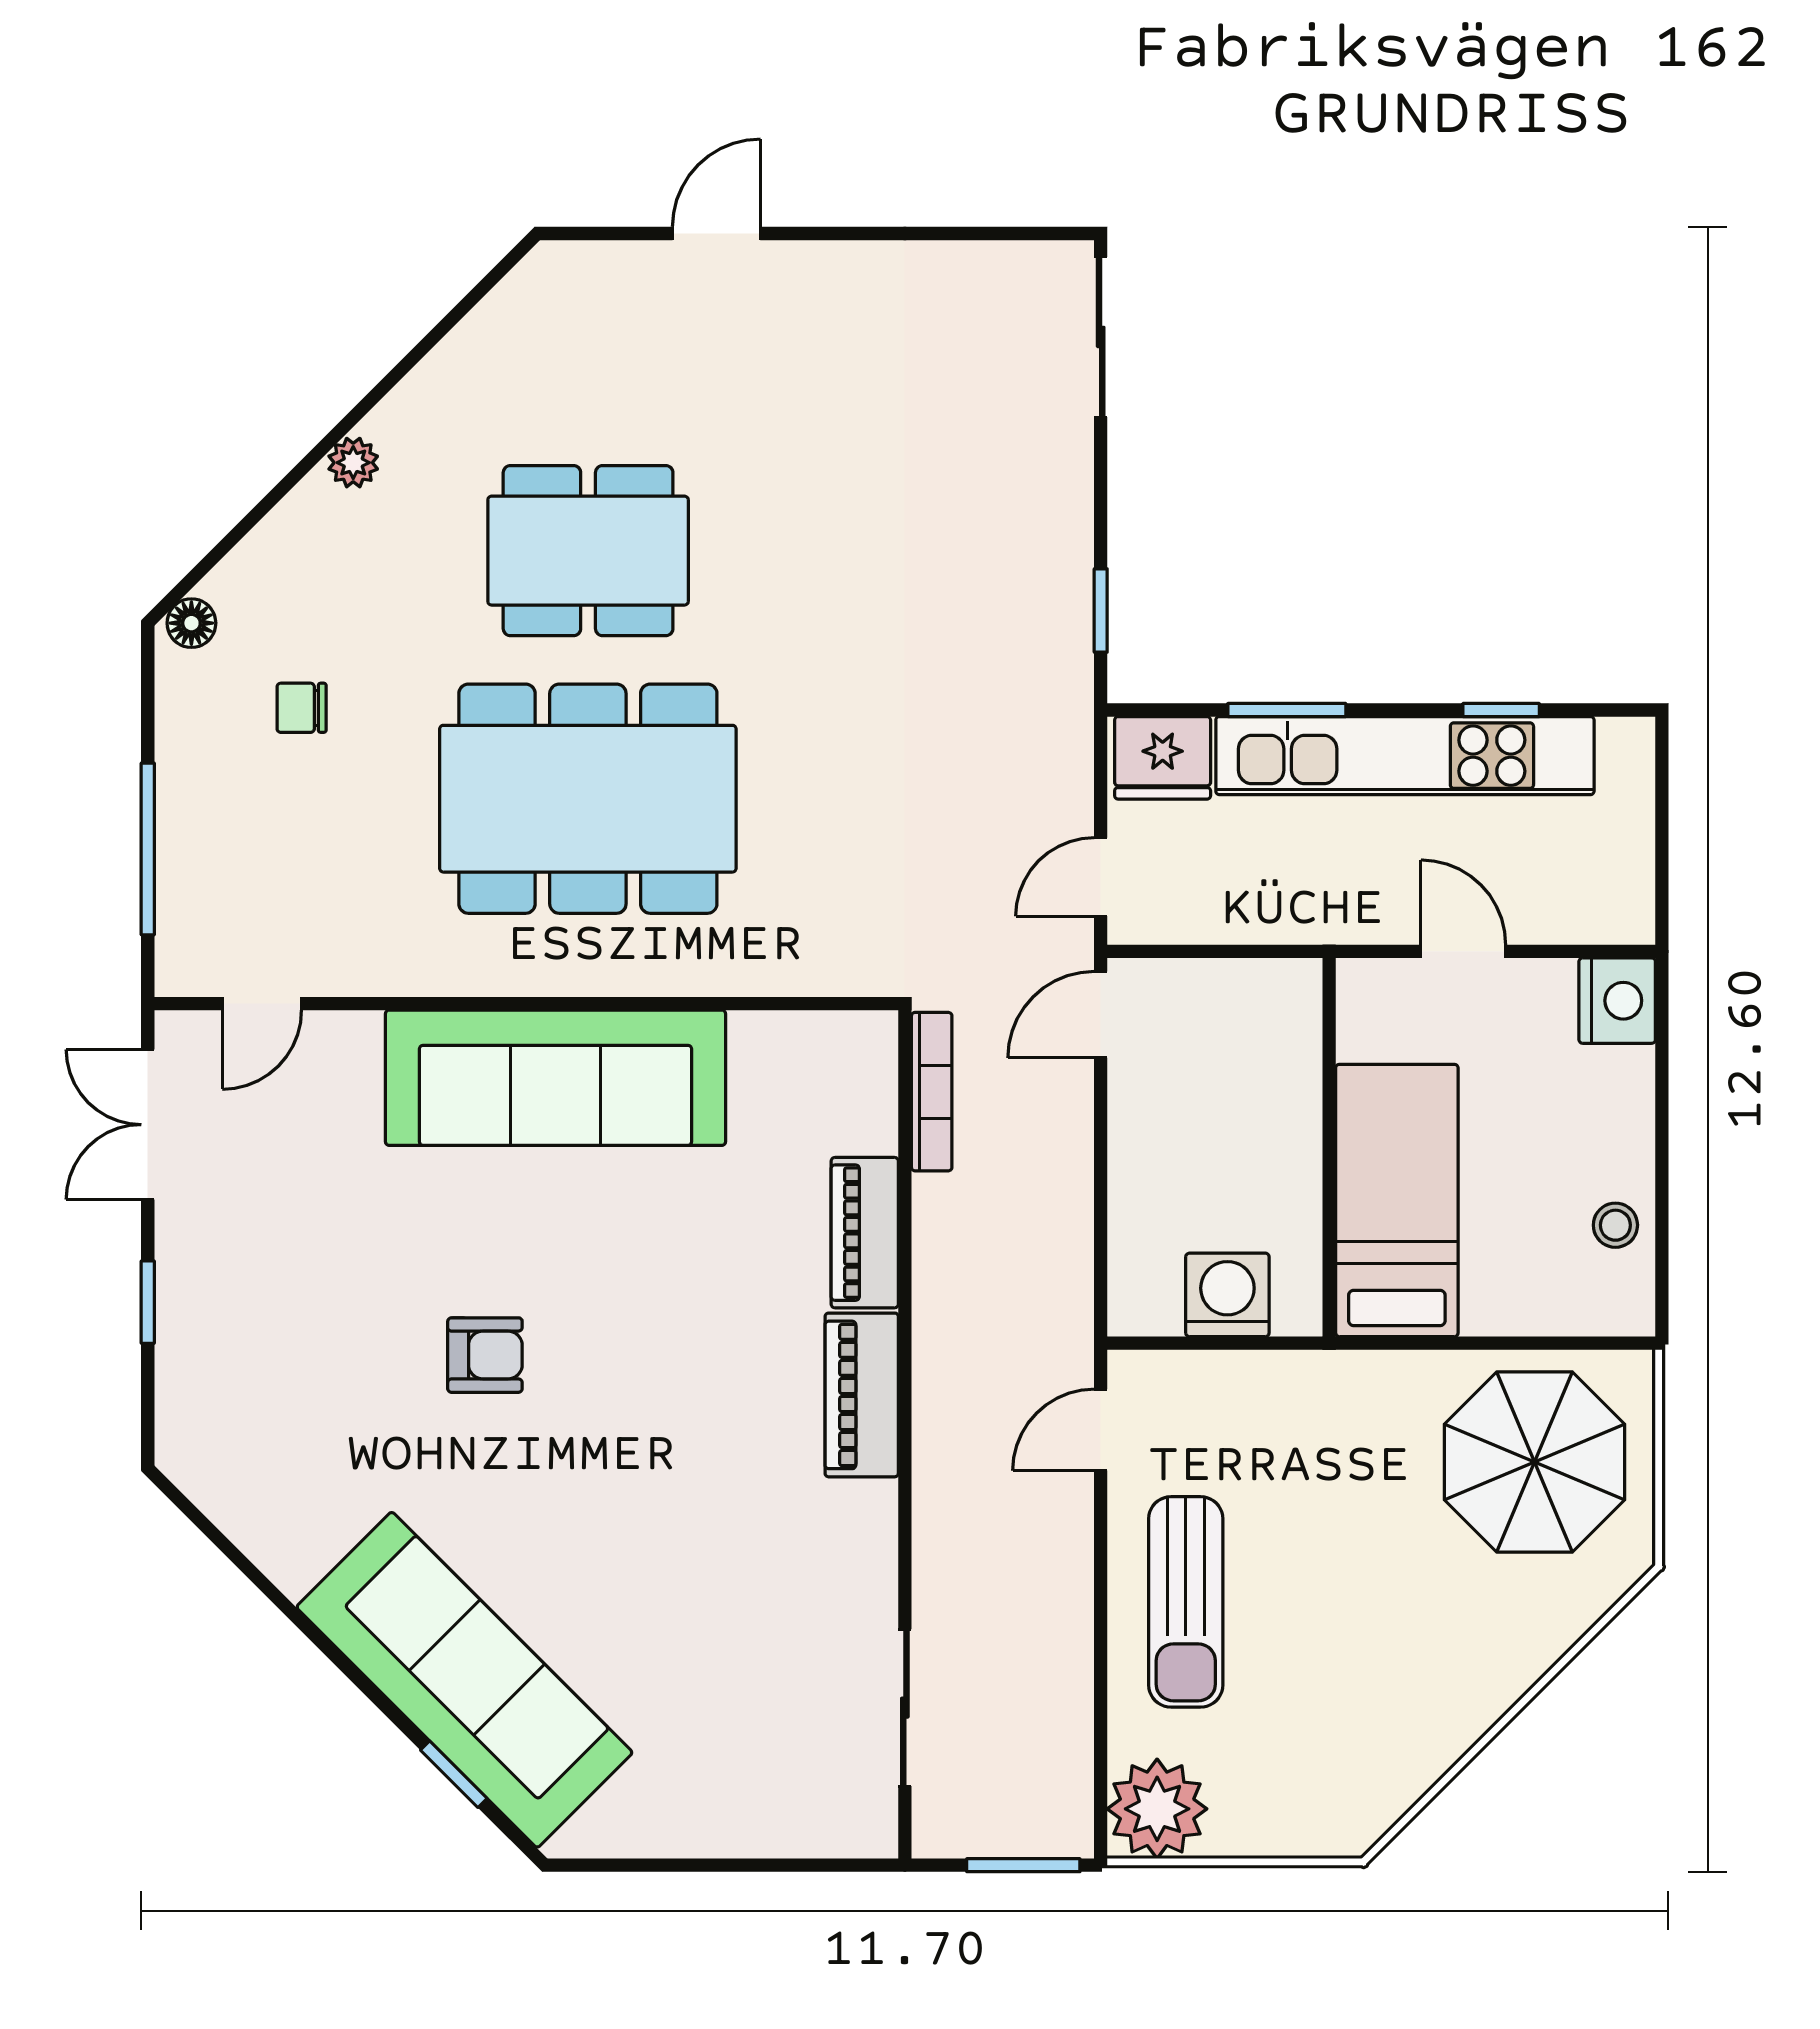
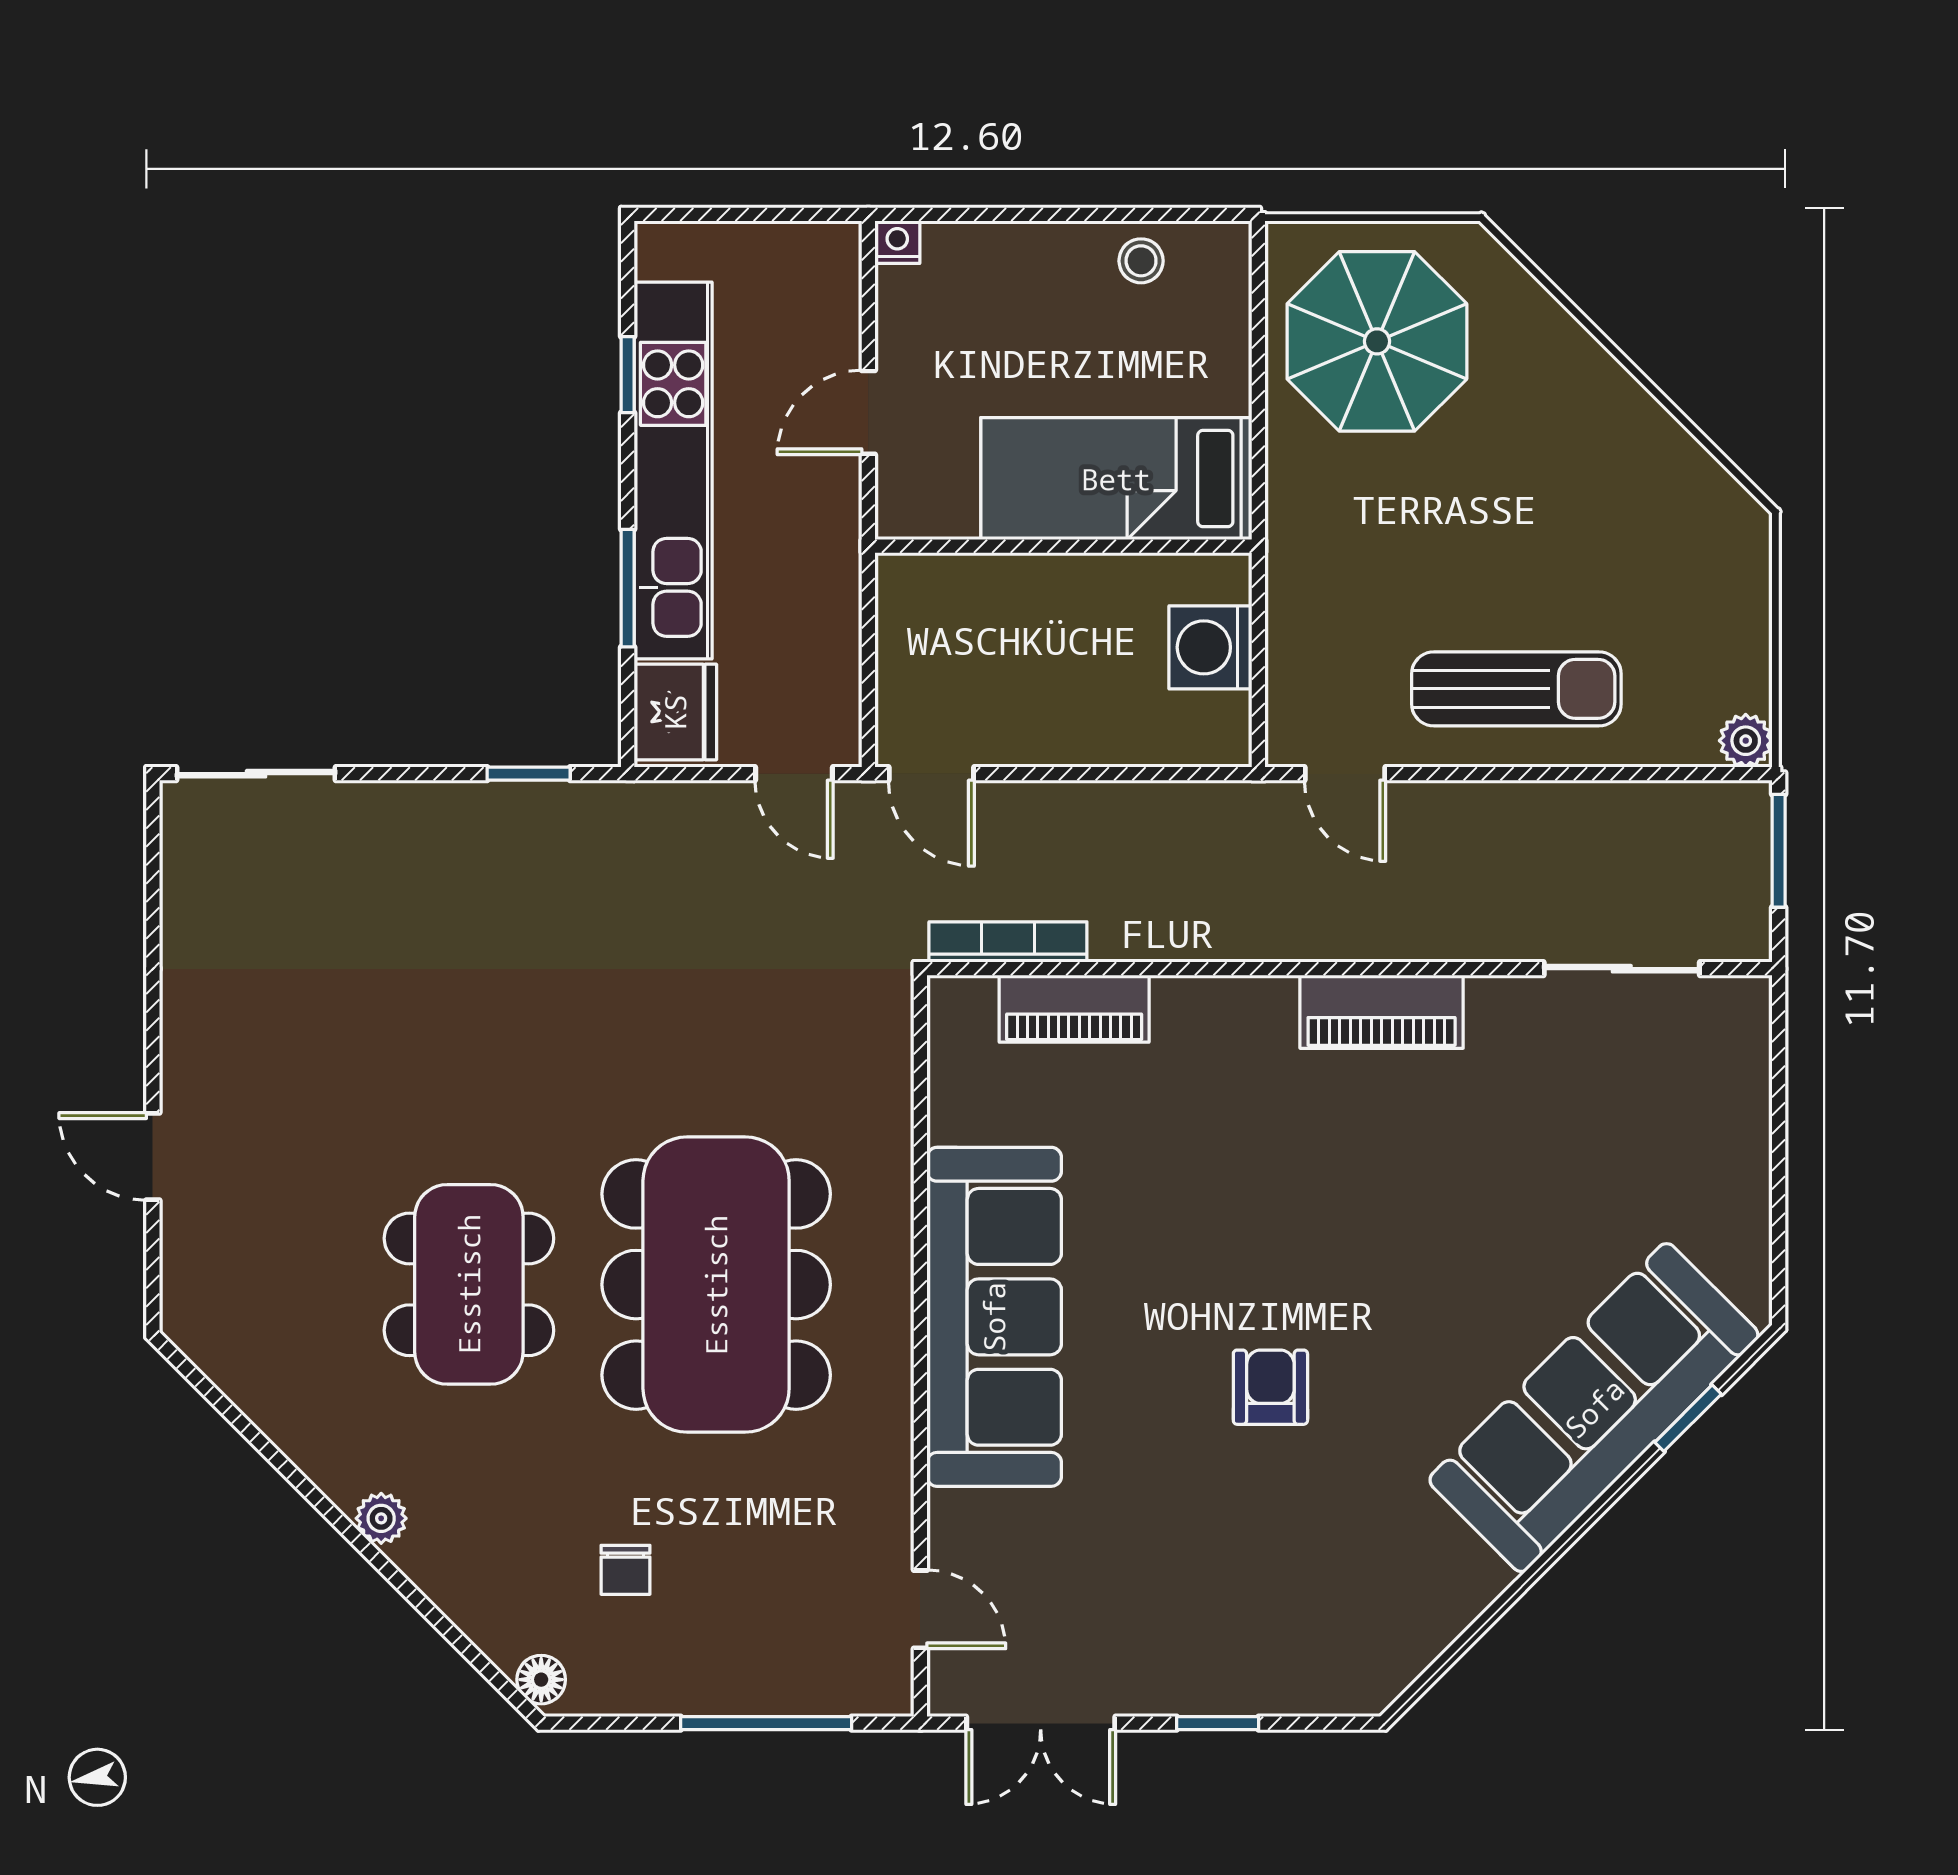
nightstand: (1617, 1001) -> (897, 242), width x0.53, depth x0.56
piano: (865, 1233) -> (1074, 1009), moved
piano: (862, 1395) -> (1382, 1012), moved
plant: (1157, 1809) -> (1746, 741), width x0.53, depth x0.53

